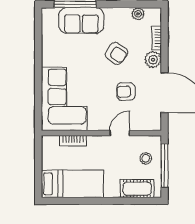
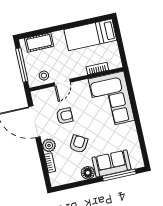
plant: (138, 14) -> (69, 178), removed
floor lamp: (113, 16) -> (88, 173), added
armchair: (116, 53) -> (79, 144), turned 85
stool: (146, 158) -> (44, 76), moved

